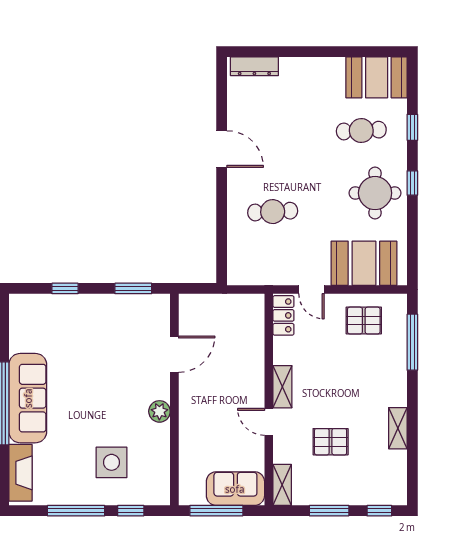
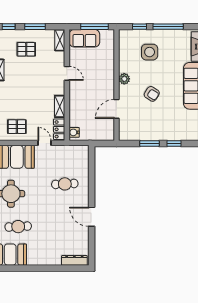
window: (133, 288) -> (150, 144), moved
water cooler: (255, 310) -> (74, 132), added
armchair: (107, 383) -> (152, 94), added
shelving: (282, 387) -> (60, 106), moved
pallet: (331, 442) -> (26, 49), moved

